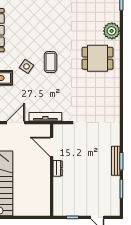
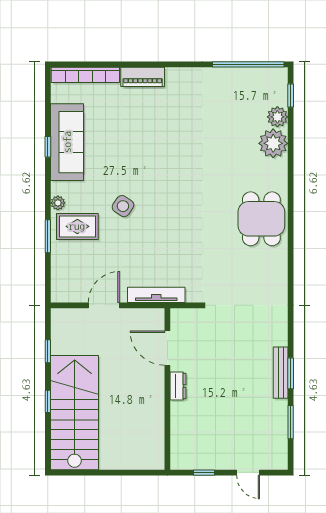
plant: (114, 16) -> (277, 117), added
dining table: (97, 58) -> (261, 219), moved, turned 90
coffee table: (50, 62) -> (165, 198), removed

